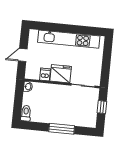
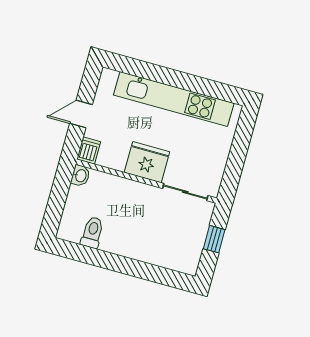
dishwasher: (45, 74) -> (89, 150), moved
toilet: (26, 113) -> (92, 232), moved
window: (62, 129) -> (130, 267), removed

